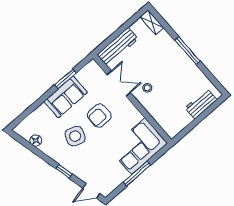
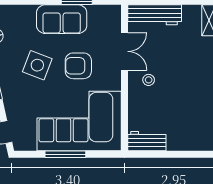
workbench: (201, 104) -> (147, 141), moved
corner sofa: (138, 146) -> (79, 121), width x1.36, depth x1.36

